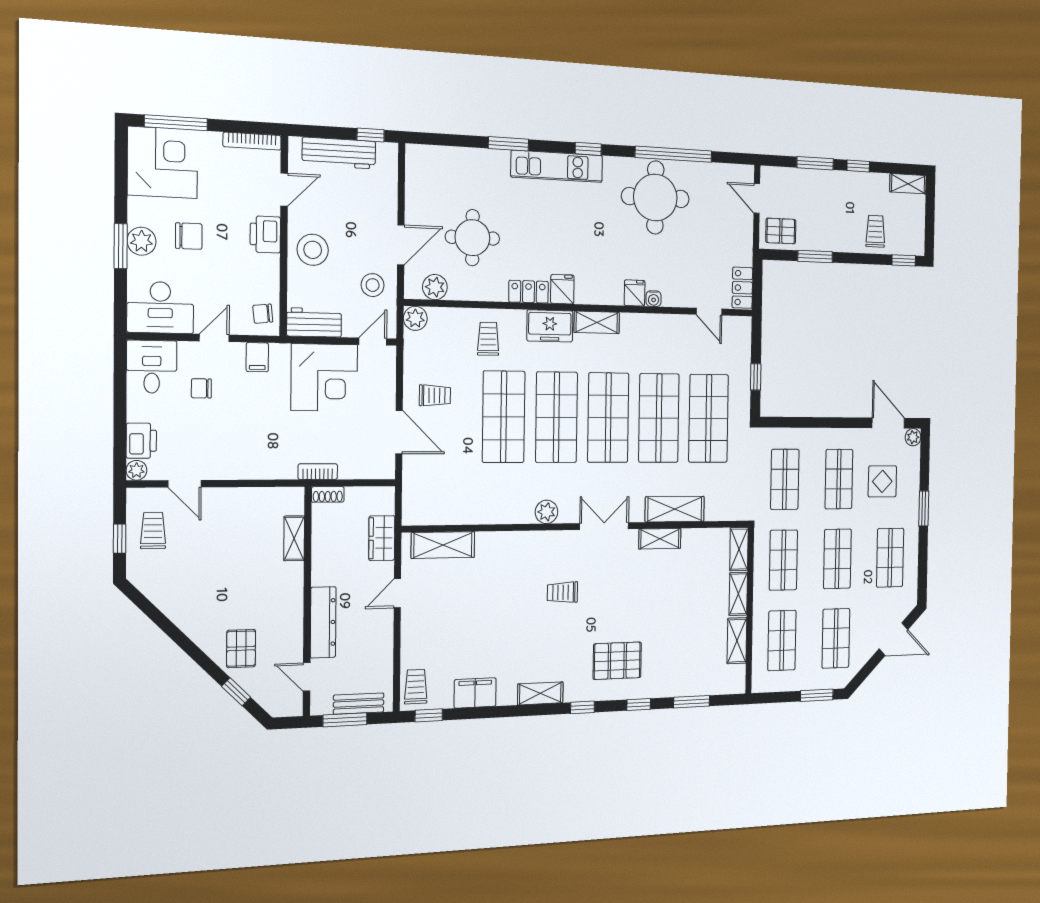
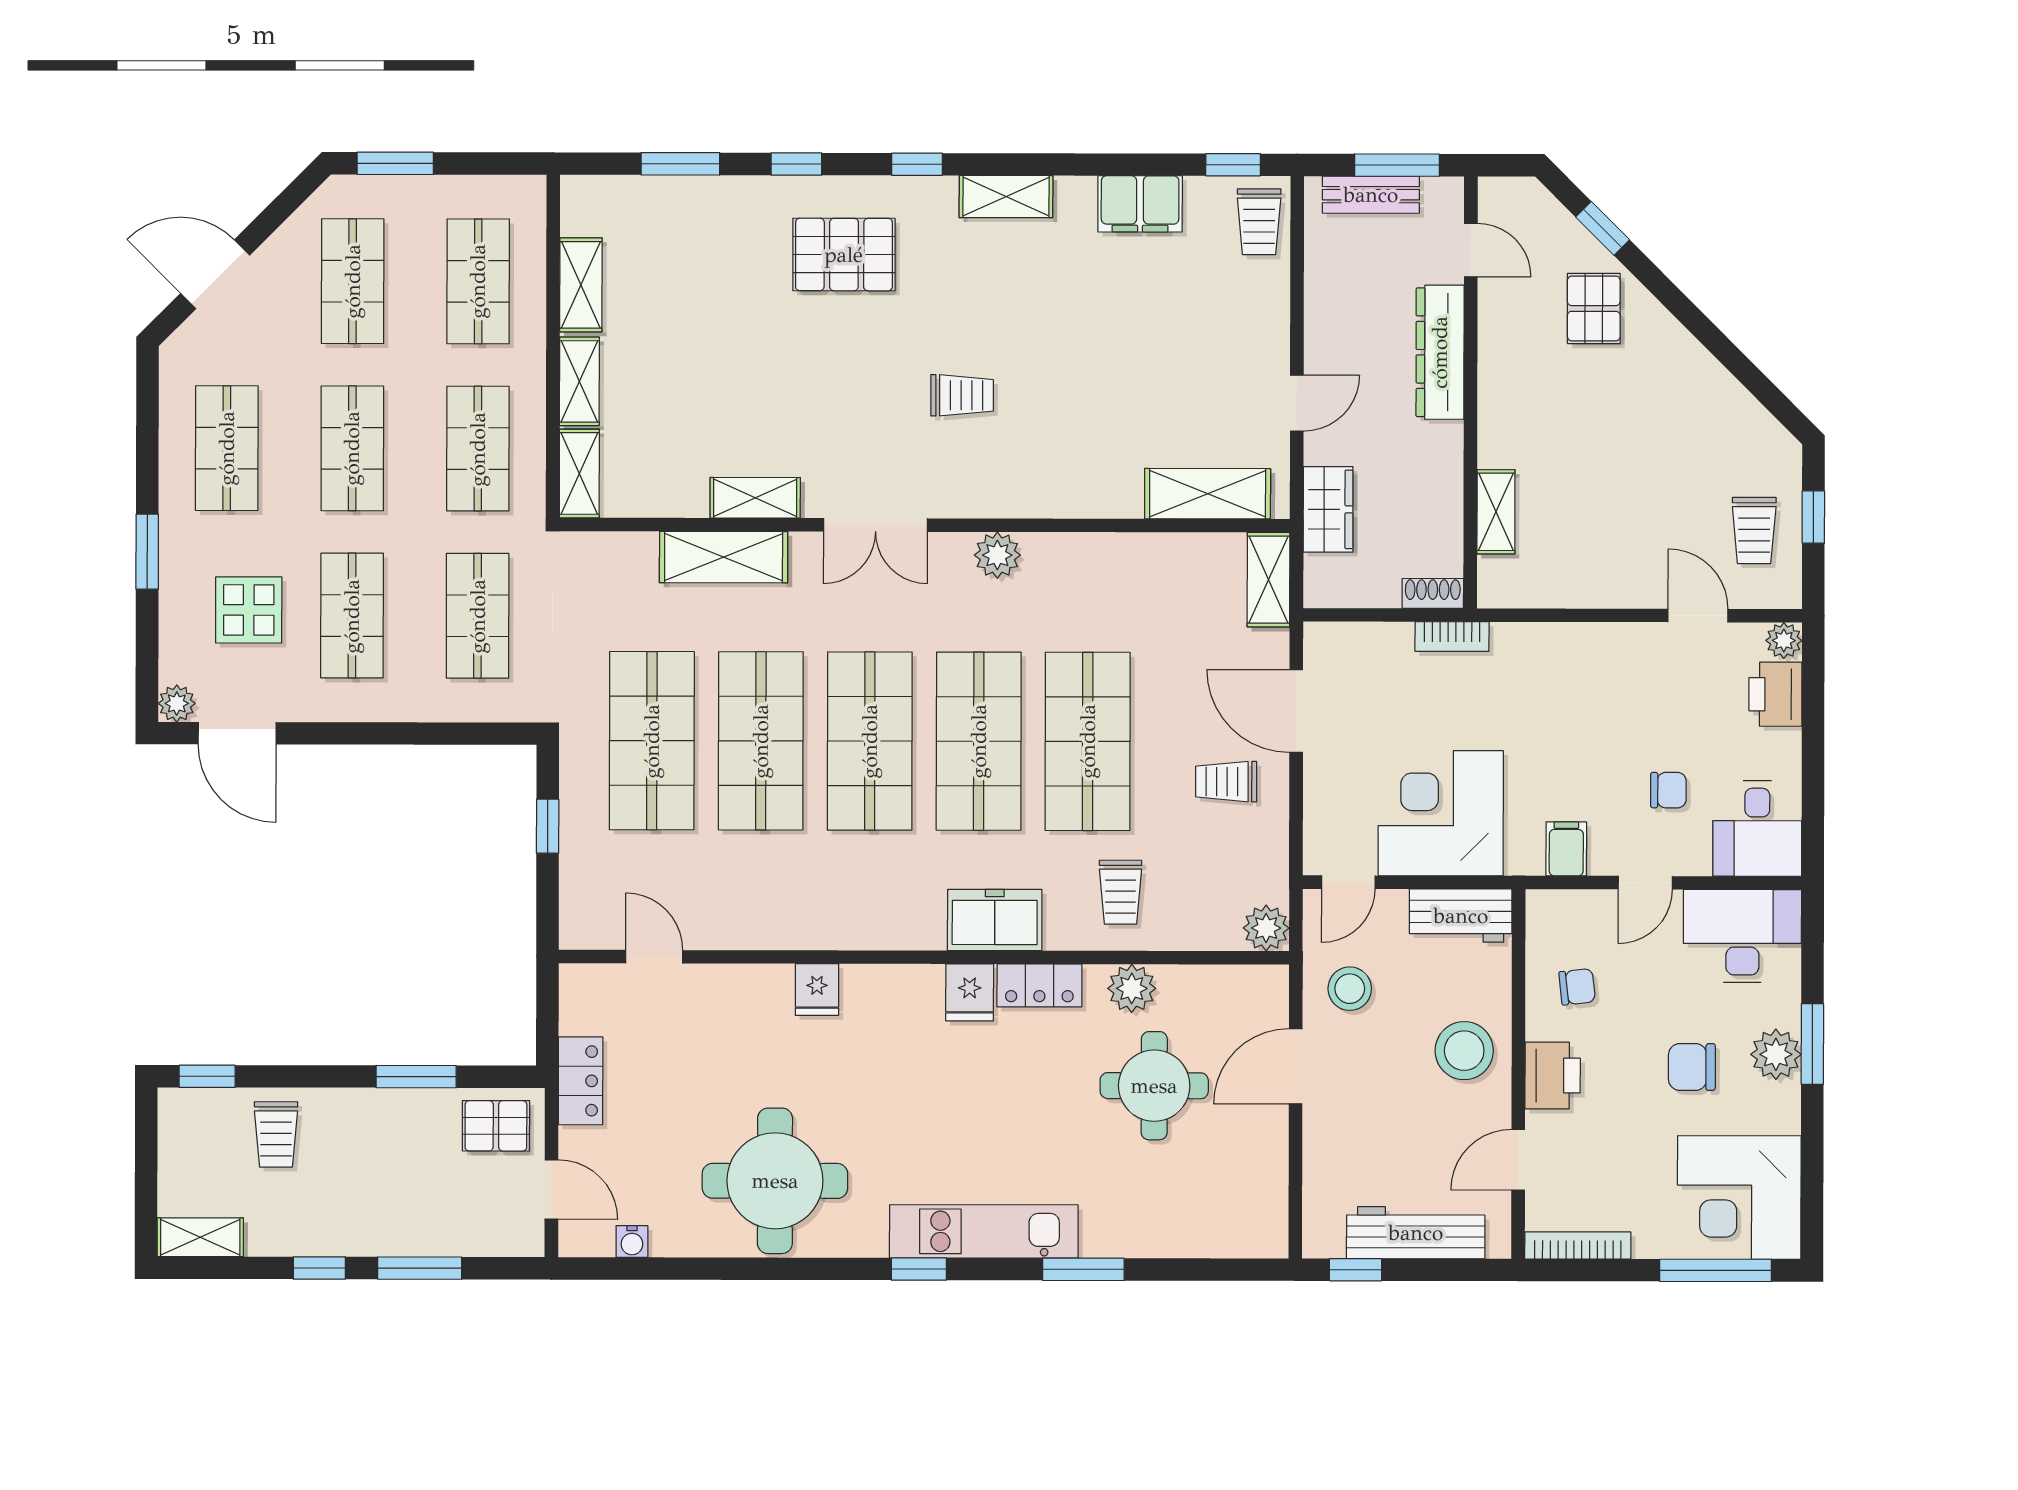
window: (674, 154) -> (737, 1269), removed
plant: (435, 287) -> (1132, 988), moved
locker: (742, 288) -> (581, 1081), moved
water cooler: (654, 299) -> (632, 1242), moved, turned 180
chair: (263, 314) -> (1577, 987), moved
shelving: (597, 322) -> (1269, 580), moved, turned 90

